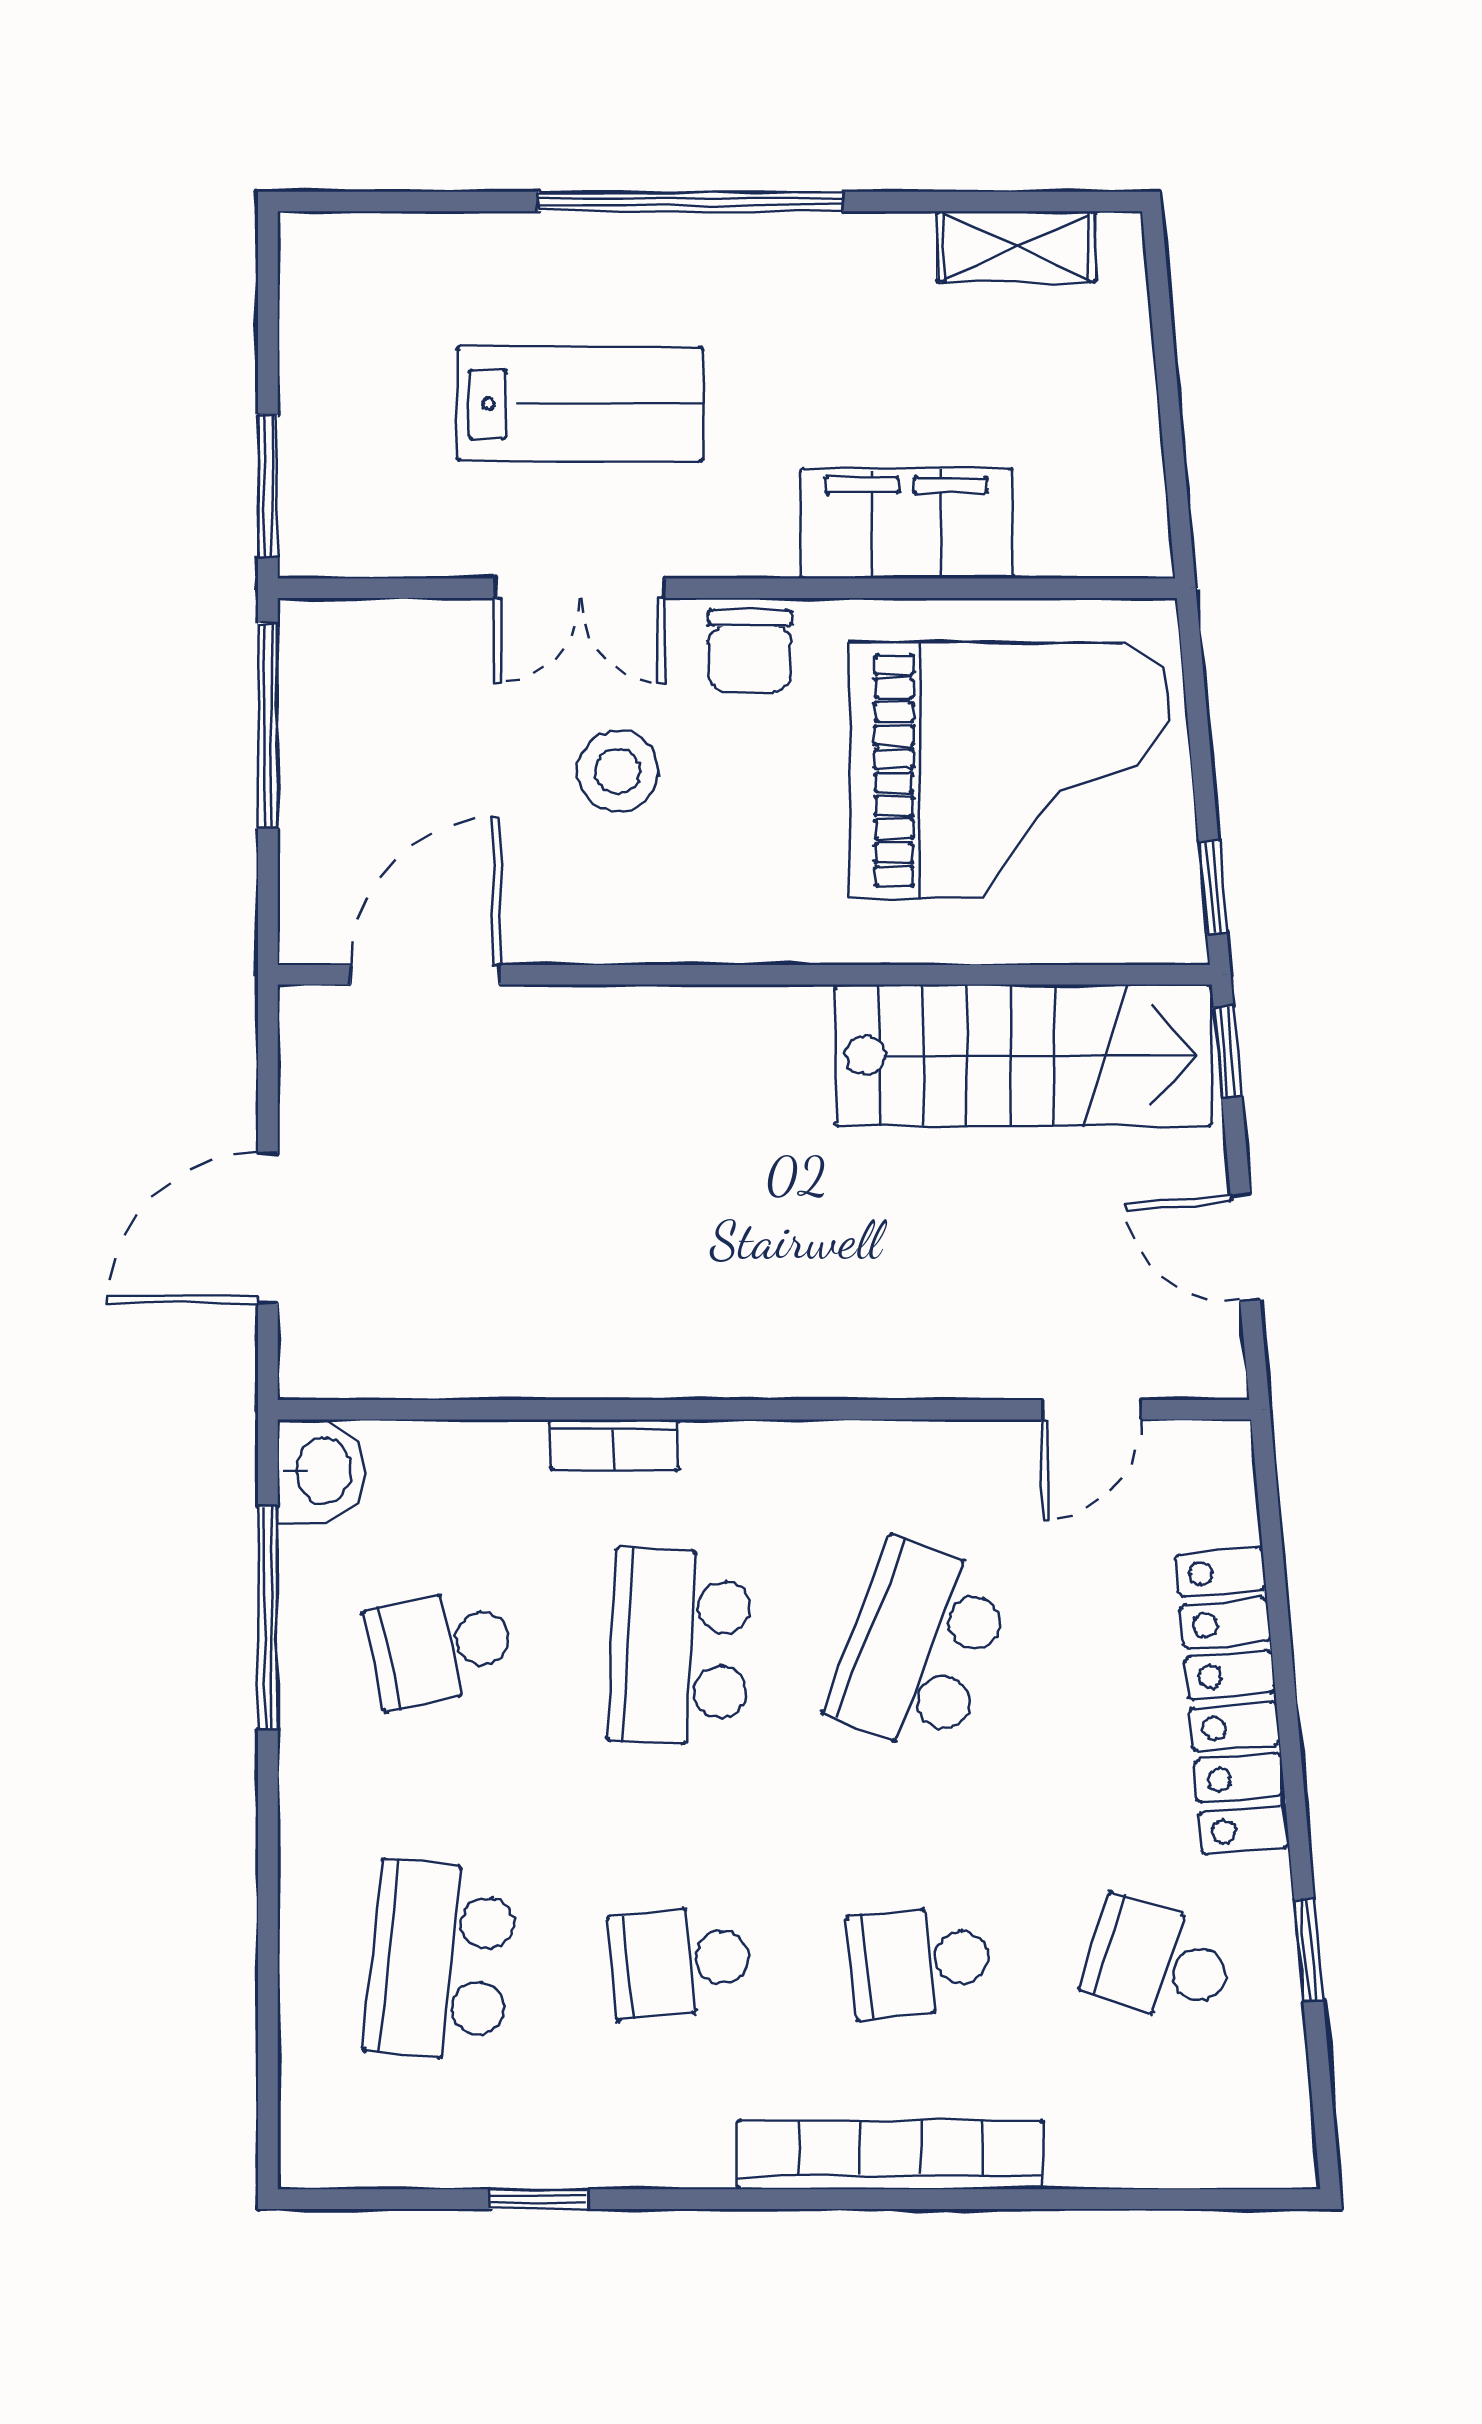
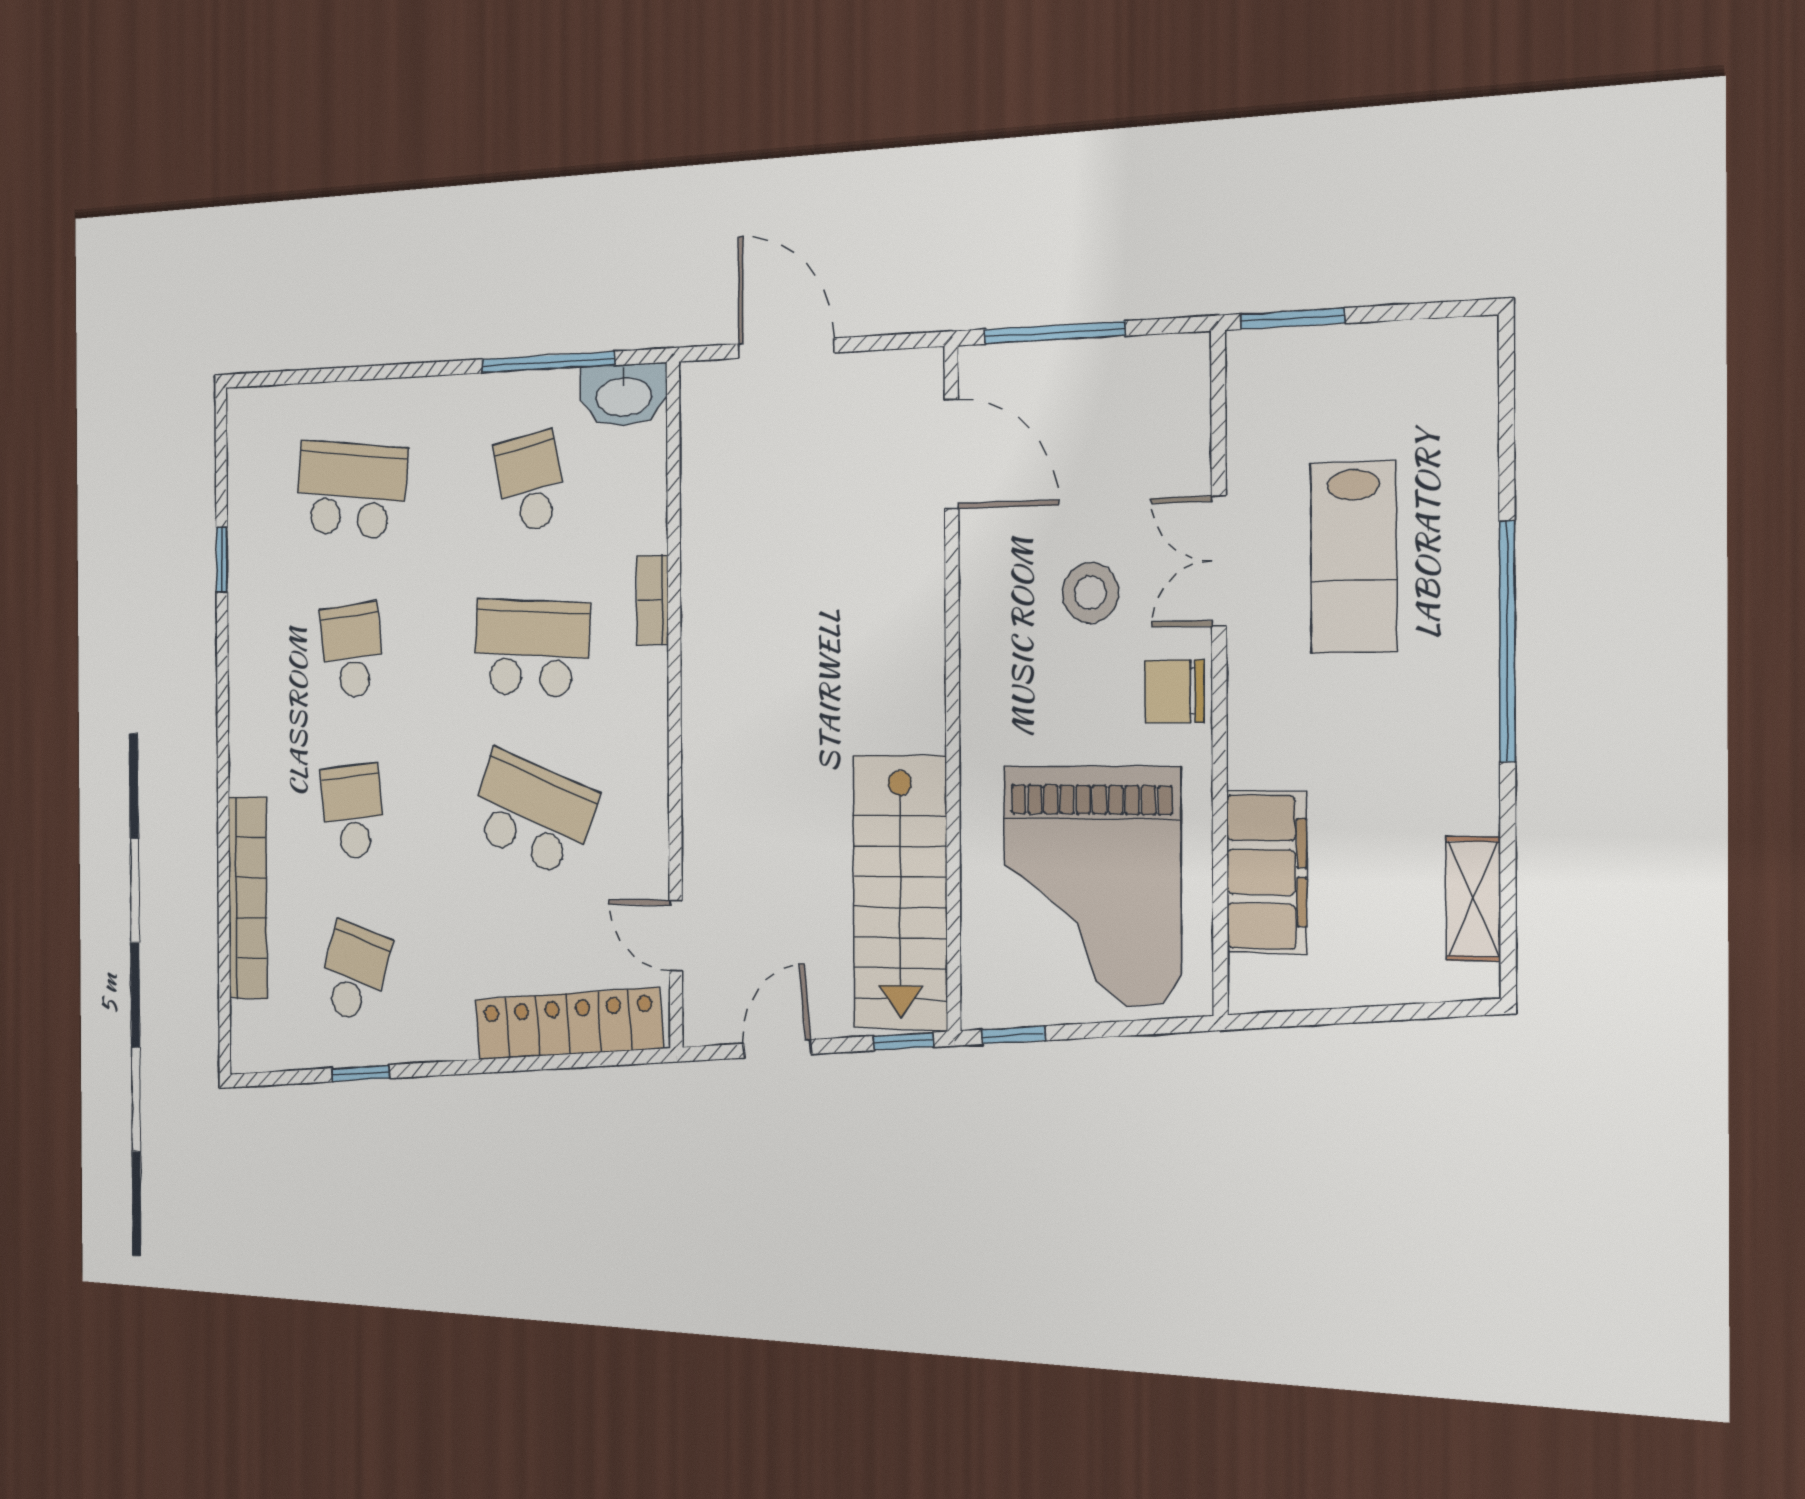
filing cabinet: (906, 524) -> (1267, 872), moved
window: (268, 725) -> (1054, 333), moved
washbasin: (321, 1471) -> (624, 395), width x1.38
locker: (1232, 1701) -> (568, 1024), moved
bookcase: (891, 2155) -> (248, 898), moved

